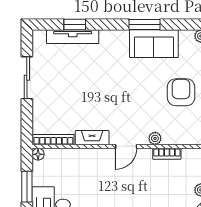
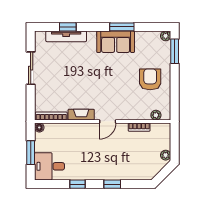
sofa: (154, 44) -> (116, 42), moved
plant: (155, 138) -> (156, 115), moved

